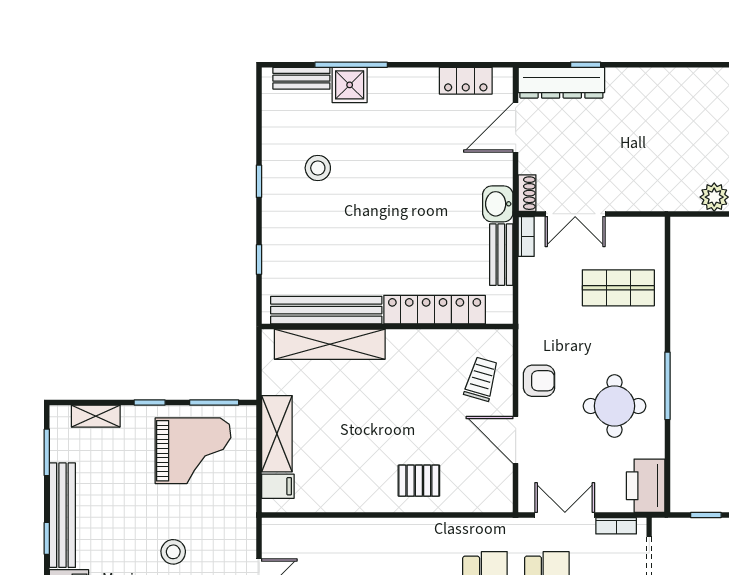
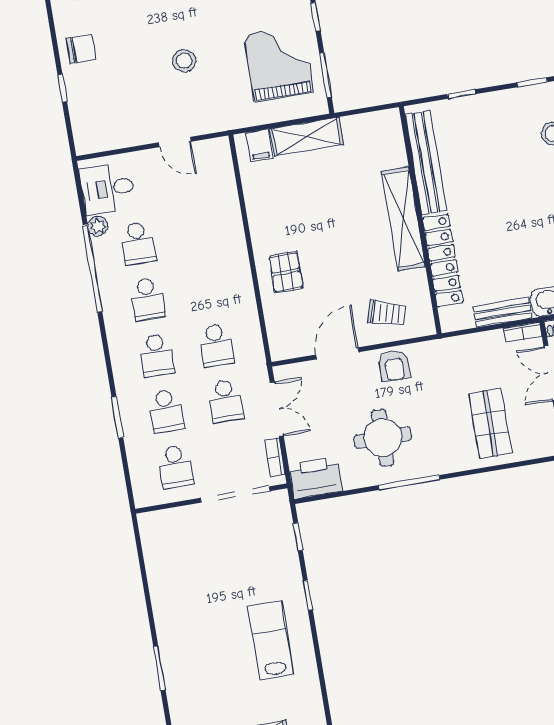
shelving: (330, 344) -> (404, 219), moved
grand piano: (193, 451) -> (279, 63), turned 180

